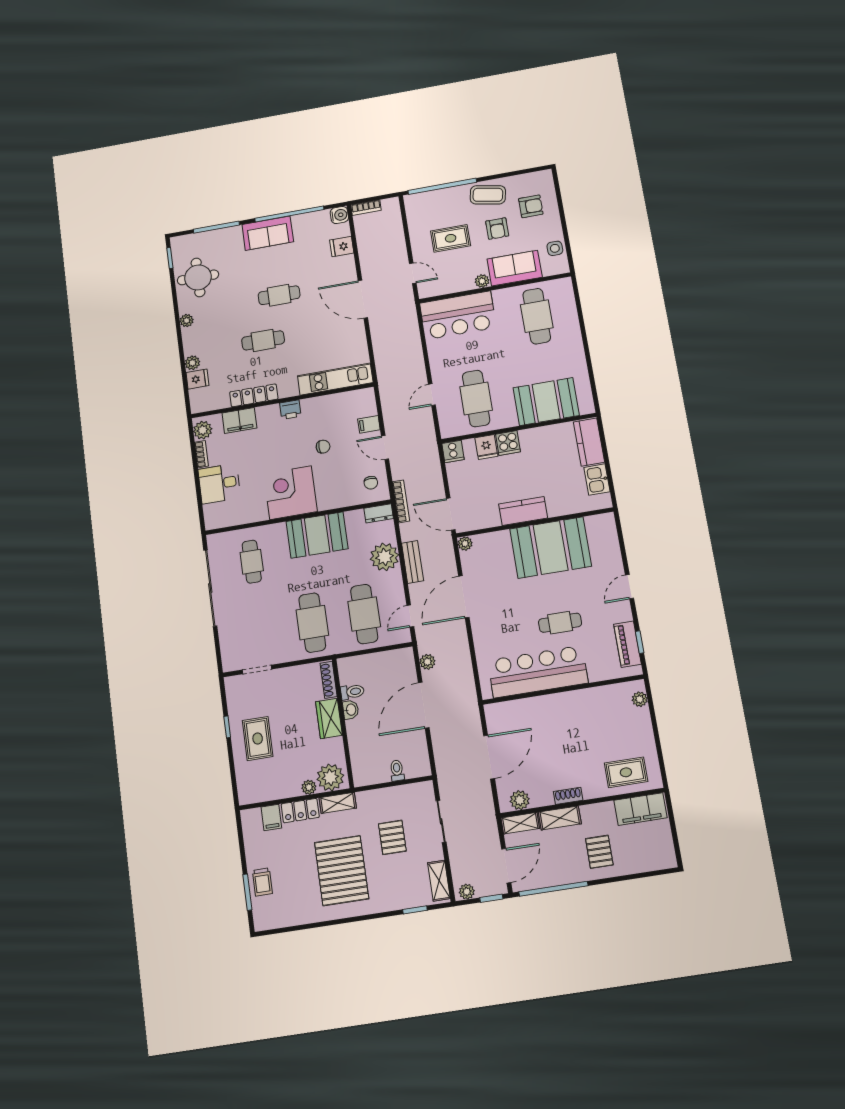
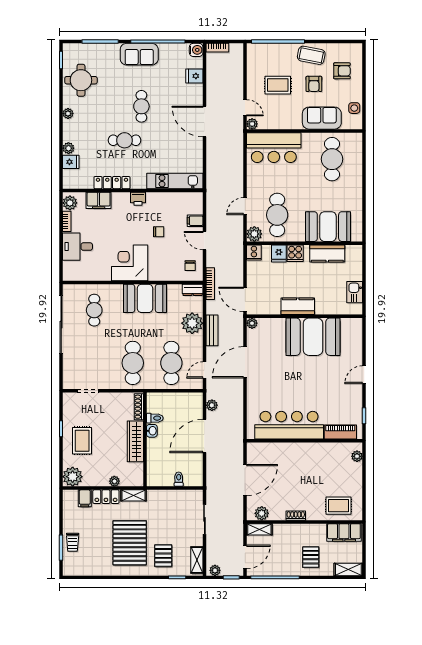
plant: (482, 281) -> (252, 124), moved
cafe table: (279, 295) -> (141, 106), turned 90
plant: (450, 428) -> (254, 234), added
kitchen counter: (589, 442) -> (327, 253), moved, turned -90
cafe table: (560, 623) -> (311, 393), removed
piano: (627, 644) -> (340, 432), moved, turned 90
wardrobe: (329, 719) -> (135, 441), width x1.50
plant: (330, 777) -> (73, 477), moved
shelving: (560, 818) -> (348, 569), moved
pallet: (392, 837) -> (163, 556), moved

